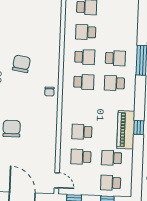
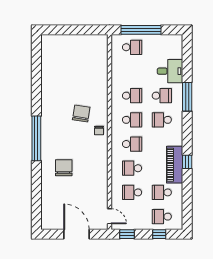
school desk: (86, 32) -> (132, 144), moved, turned 180
desk: (125, 33) -> (170, 71), added
chair: (21, 64) -> (81, 114), moved

